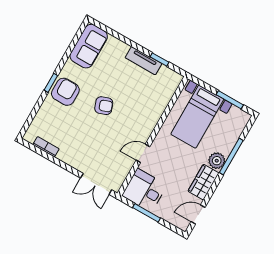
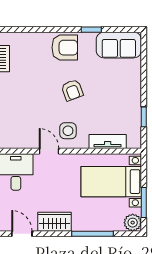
tv unit: (143, 61) -> (108, 142), moved, turned 90
window: (51, 83) -> (91, 30), moved
side table: (135, 128) -> (68, 131), added
plant: (217, 161) -> (133, 223), moved

